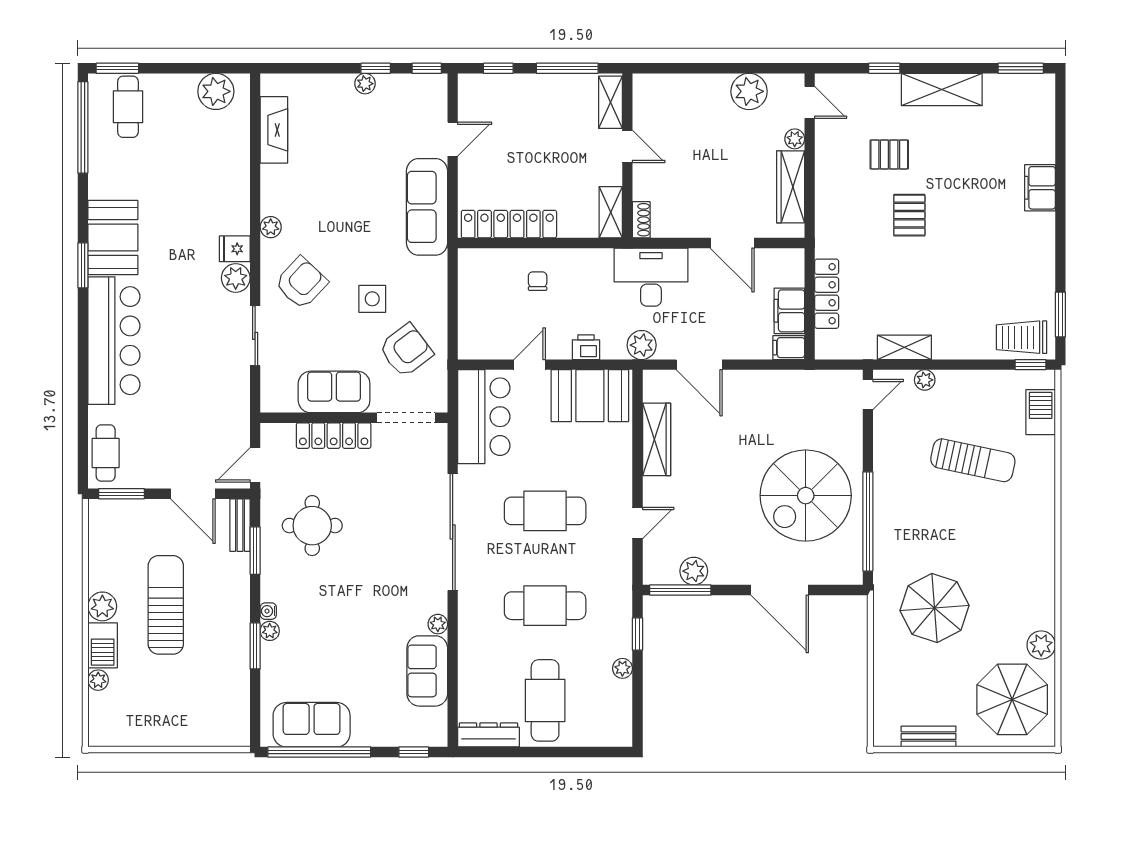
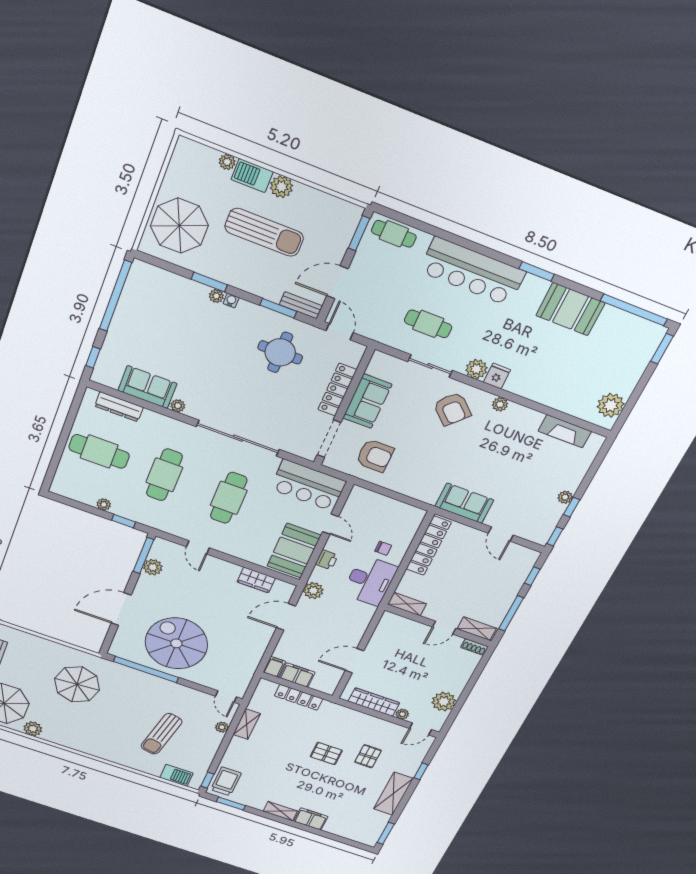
cafe table: (128, 107) -> (428, 324), moved
sofa: (427, 207) -> (464, 503), width x0.73
shoe rack: (641, 220) -> (474, 647), moved
booth: (113, 238) -> (570, 309), moved
shelving: (1044, 238) -> (280, 811), added
desk: (651, 277) -> (370, 581), moved
side table: (372, 299) -> (420, 448), removed
armchair: (406, 350) -> (375, 456), turned -53
wardrobe: (657, 439) -> (256, 580), width x0.67
parasol: (198, 707) -> (179, 226), added
sofa: (312, 725) -> (137, 298), removed
dresser: (488, 735) -> (119, 407), moved, turned 90

